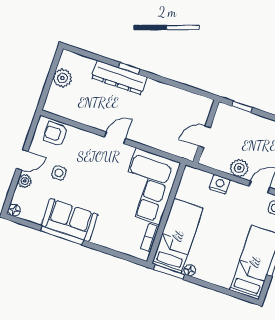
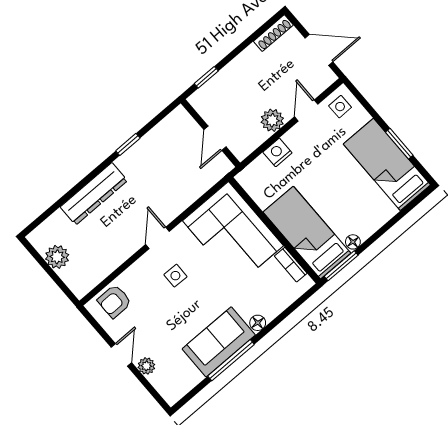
window: (129, 68) -> (128, 145), moved
side table: (59, 173) -> (175, 276), moved
floor lamp: (14, 210) -> (258, 323), moved

